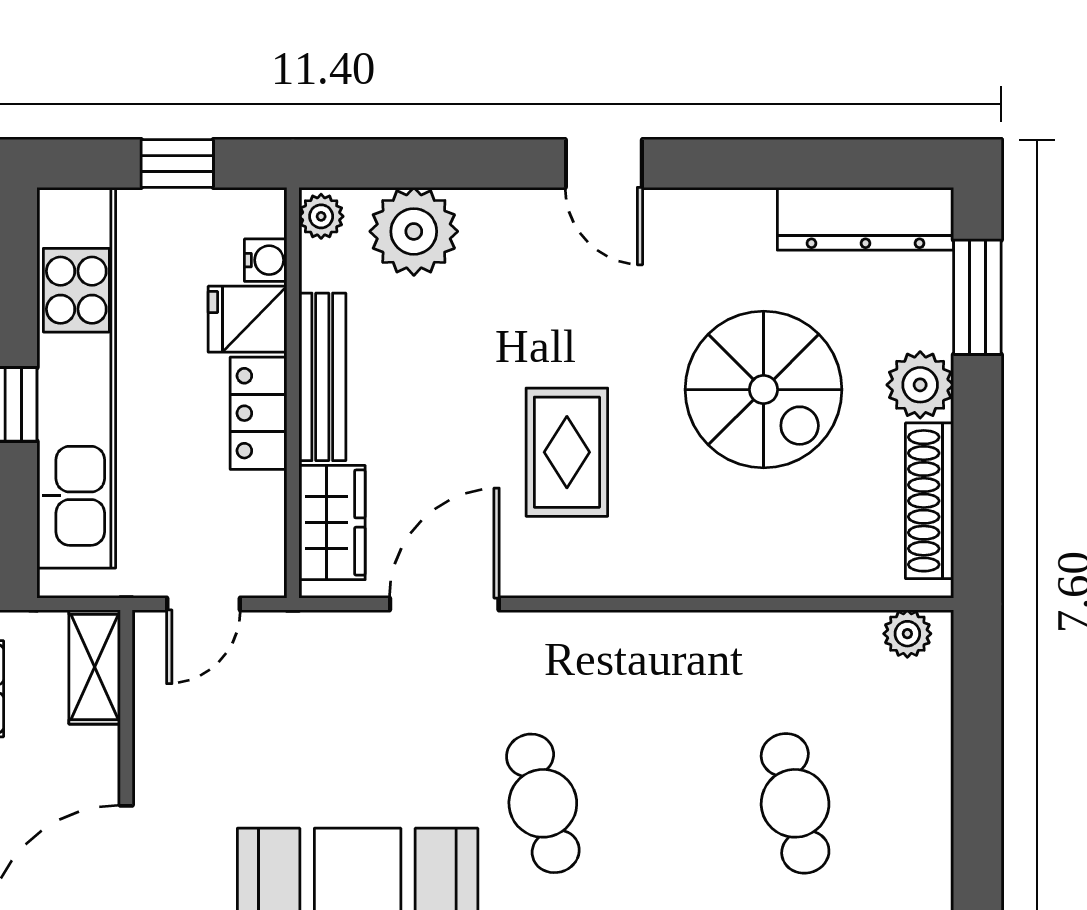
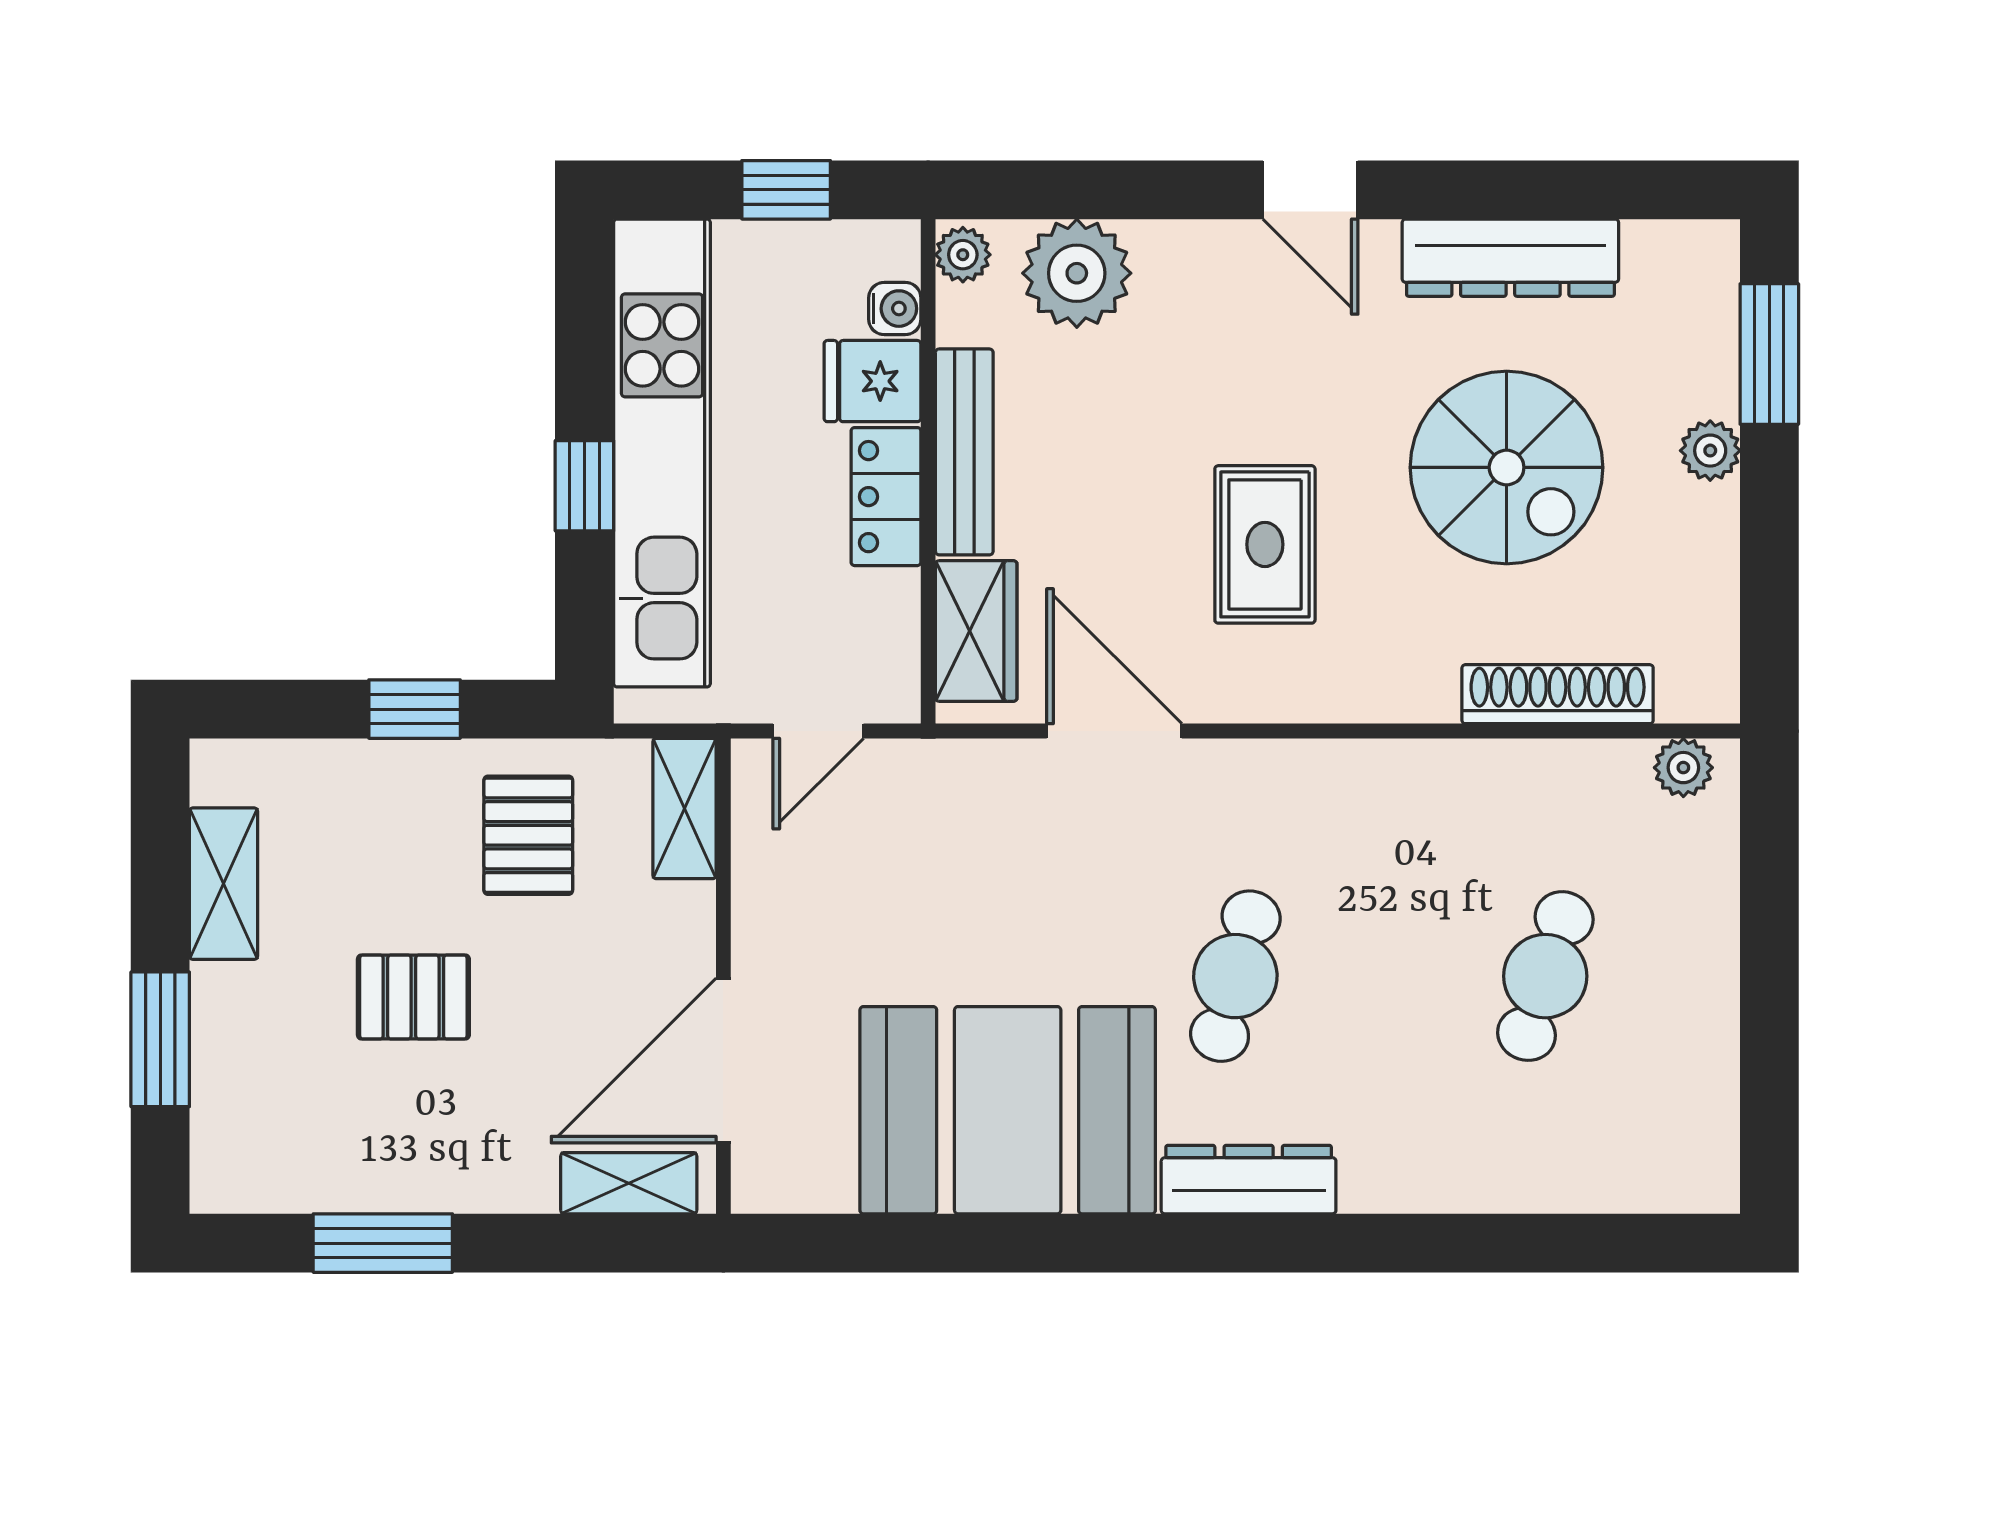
dresser: (865, 219) -> (1510, 258), moved
plant: (920, 385) -> (1710, 451), width x0.73, depth x0.73
shoe rack: (929, 501) -> (1558, 694), moved, turned 90
door: (444, 604) -> (1114, 731), hinge flipped
cafe table: (543, 803) -> (1235, 976), turned 30
cafe table: (795, 803) -> (1545, 976), turned 30

